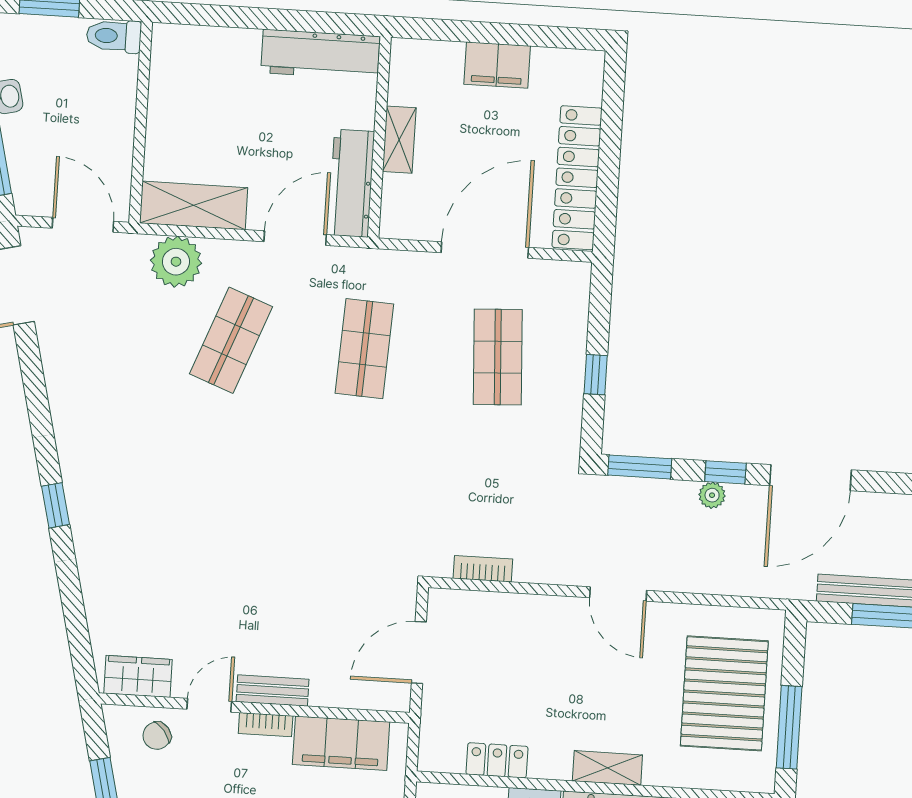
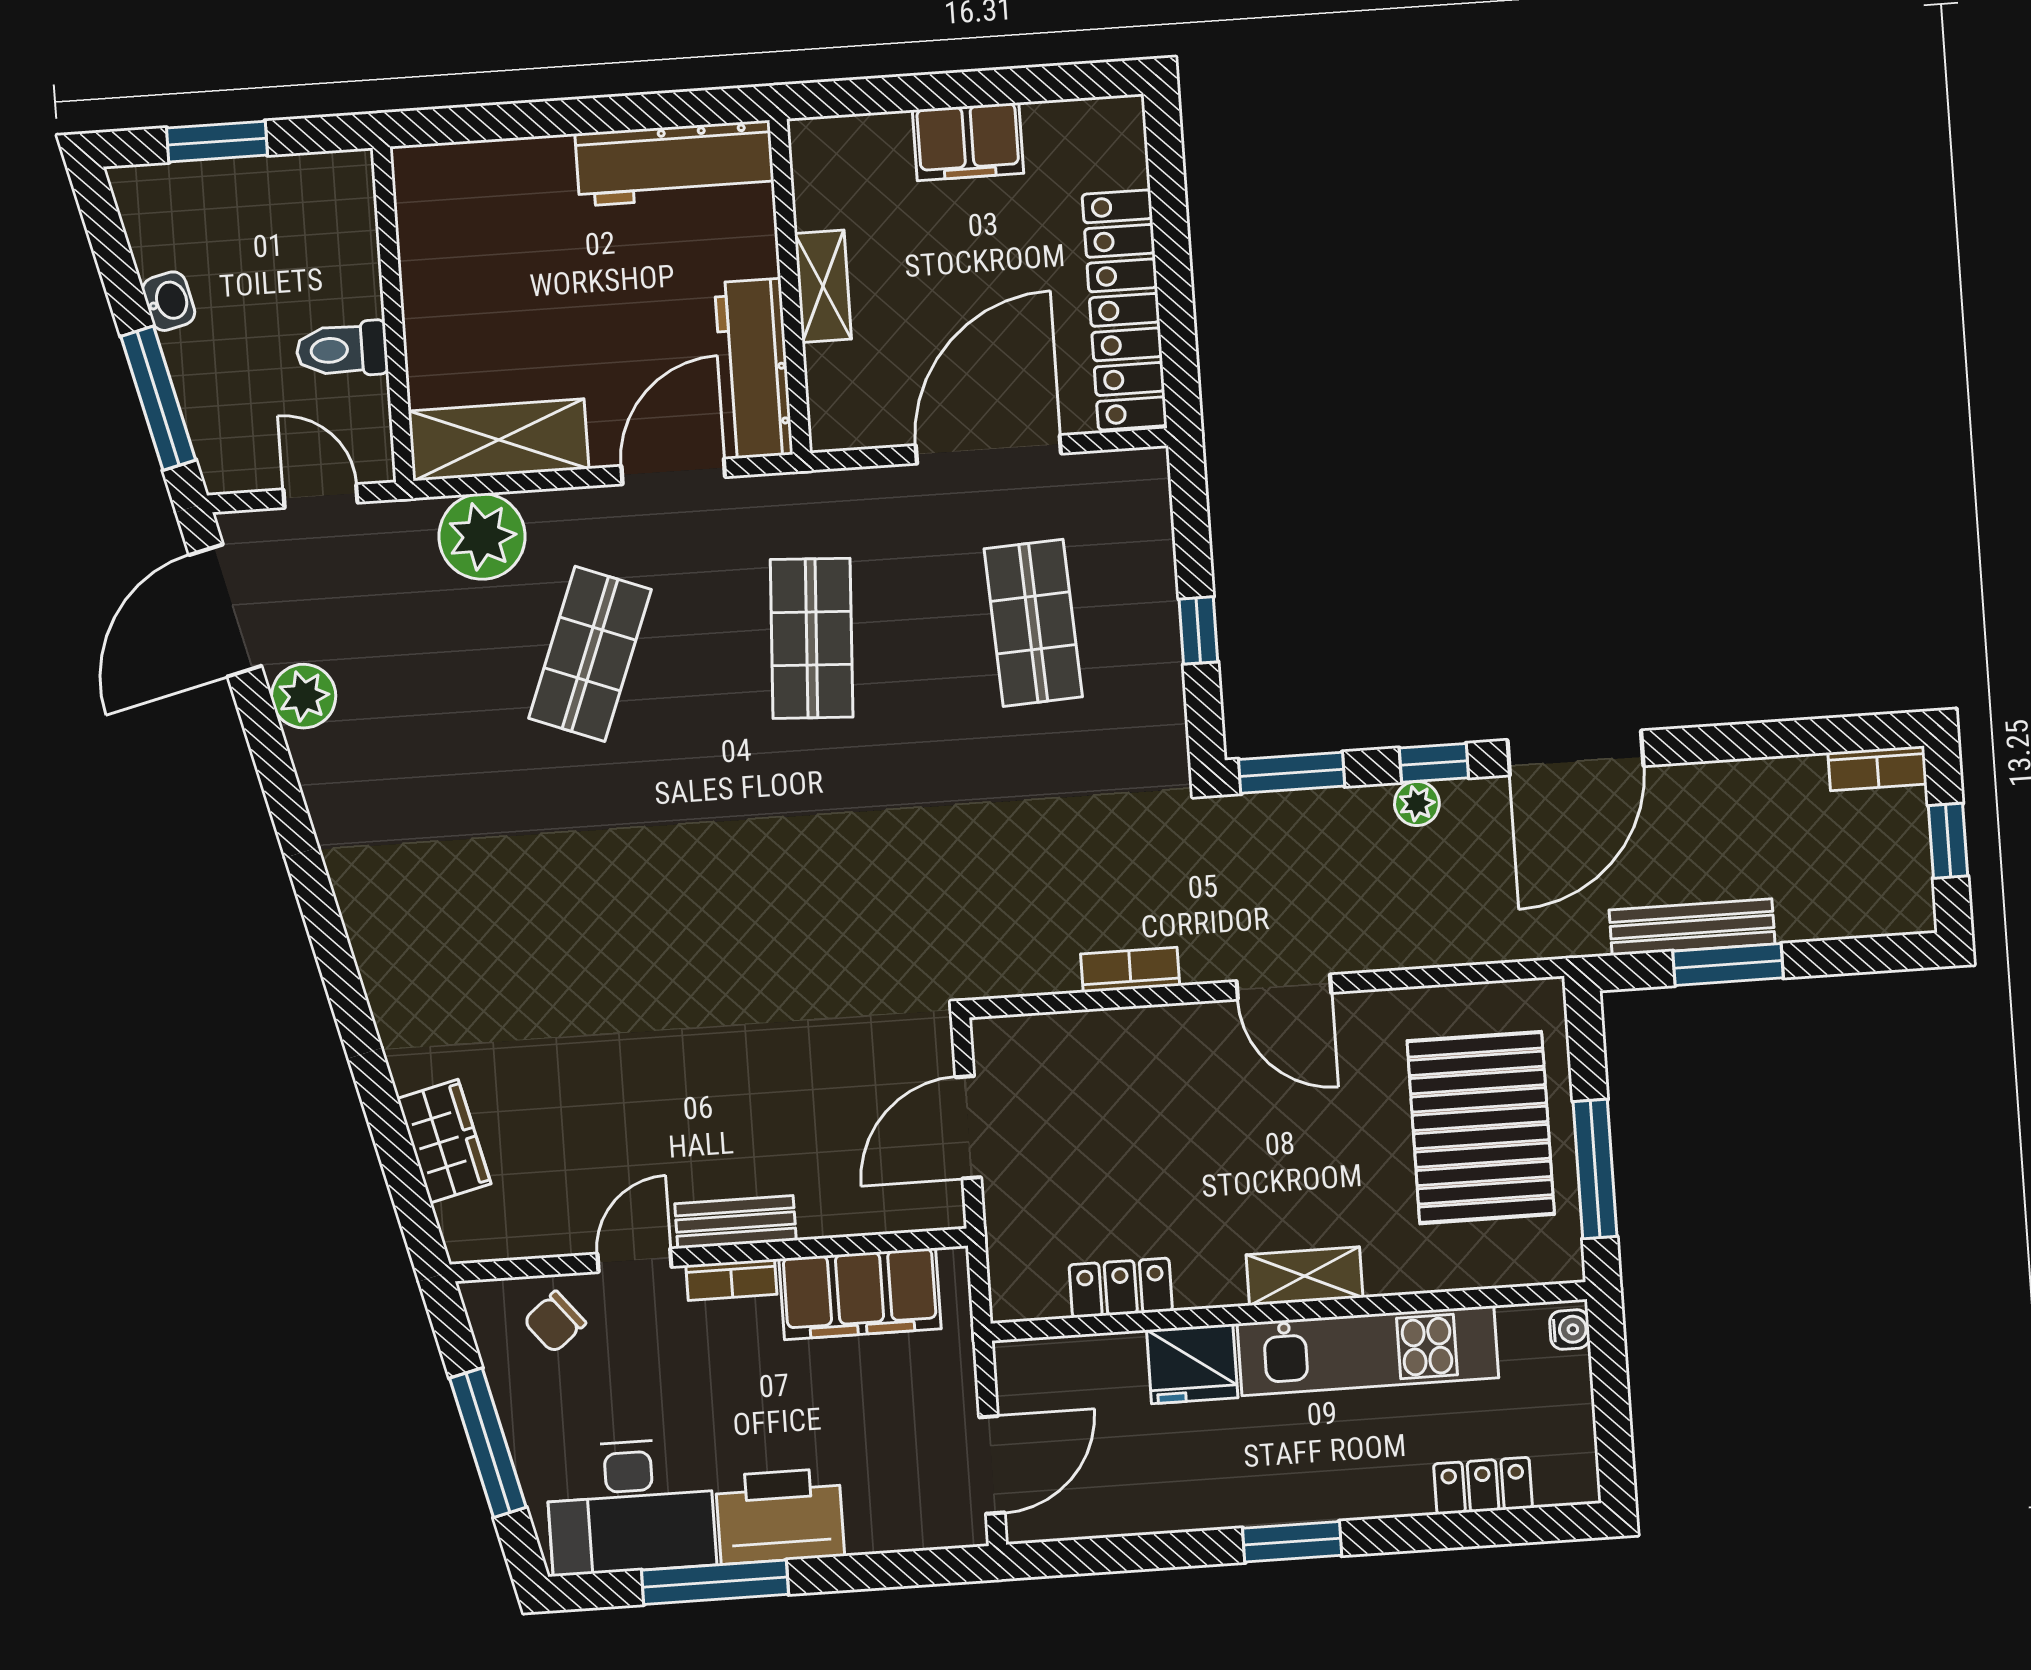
toilet: (114, 36) -> (342, 350), moved
door: (83, 225) -> (320, 496), width x0.73
plant: (57, 343) -> (304, 696), added
window: (56, 505) -> (337, 965), removed
bookcase: (483, 569) -> (1130, 970), moved
wardrobe: (138, 676) -> (444, 1141), moved, turned 76

